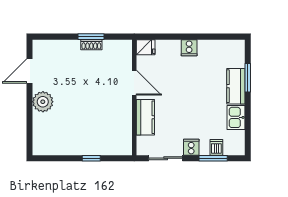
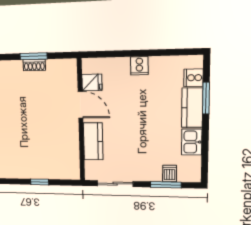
fridge: (146, 47) -> (92, 82), moved
cooker: (191, 147) -> (193, 78), moved, turned -90

